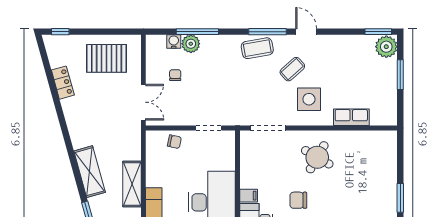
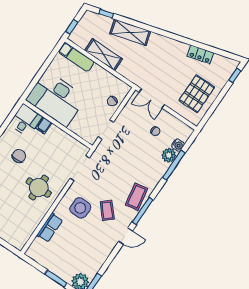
round table: (317, 157) -> (39, 188), turned -30

